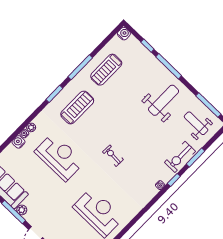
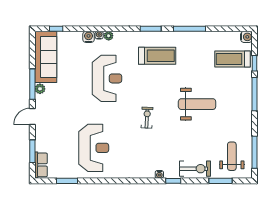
treadmill: (106, 70) -> (233, 59), moved
weight bench: (164, 100) -> (197, 104), moved
exercise bike: (180, 157) -> (195, 169), turned 180
window: (196, 158) -> (221, 181), moved

